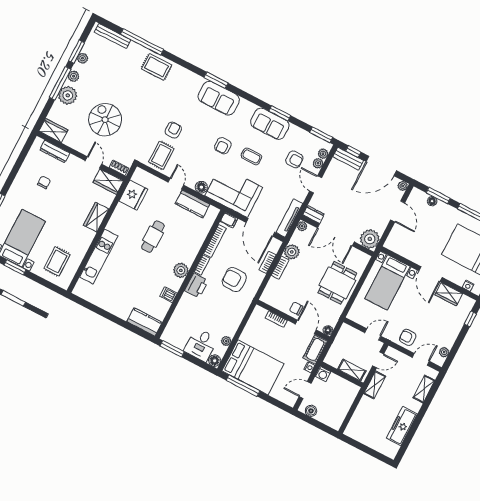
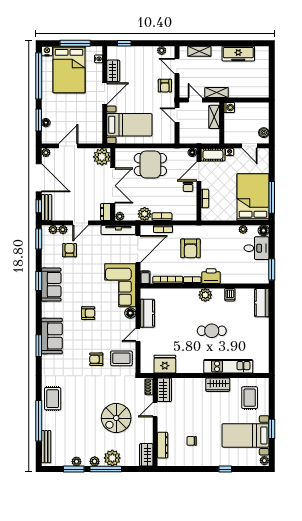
coffee table: (251, 156) -> (85, 286), removed
wardrobe: (96, 217) -> (218, 385), moved
cafe table: (153, 237) -> (212, 331), moved
rug: (57, 262) -> (250, 398), turned 90
washing machine: (323, 374) -> (229, 108), moved

